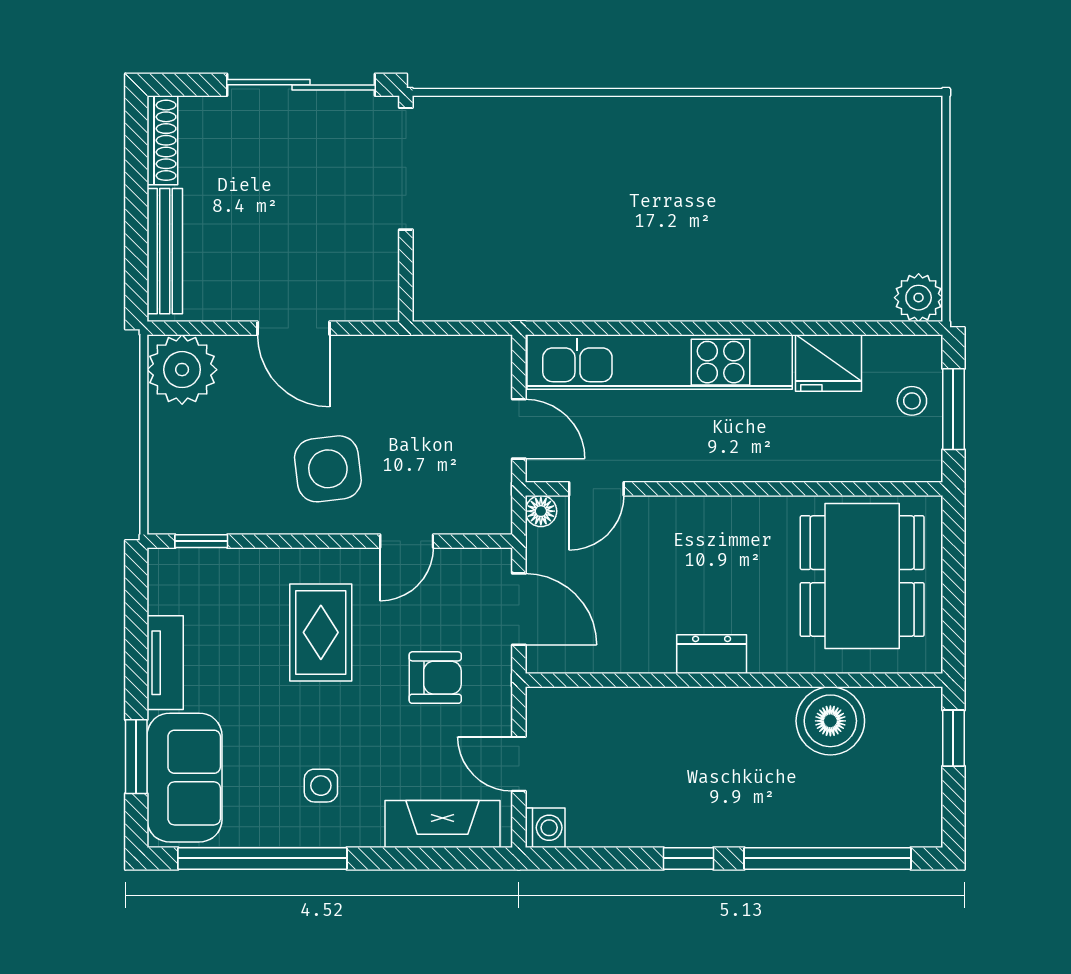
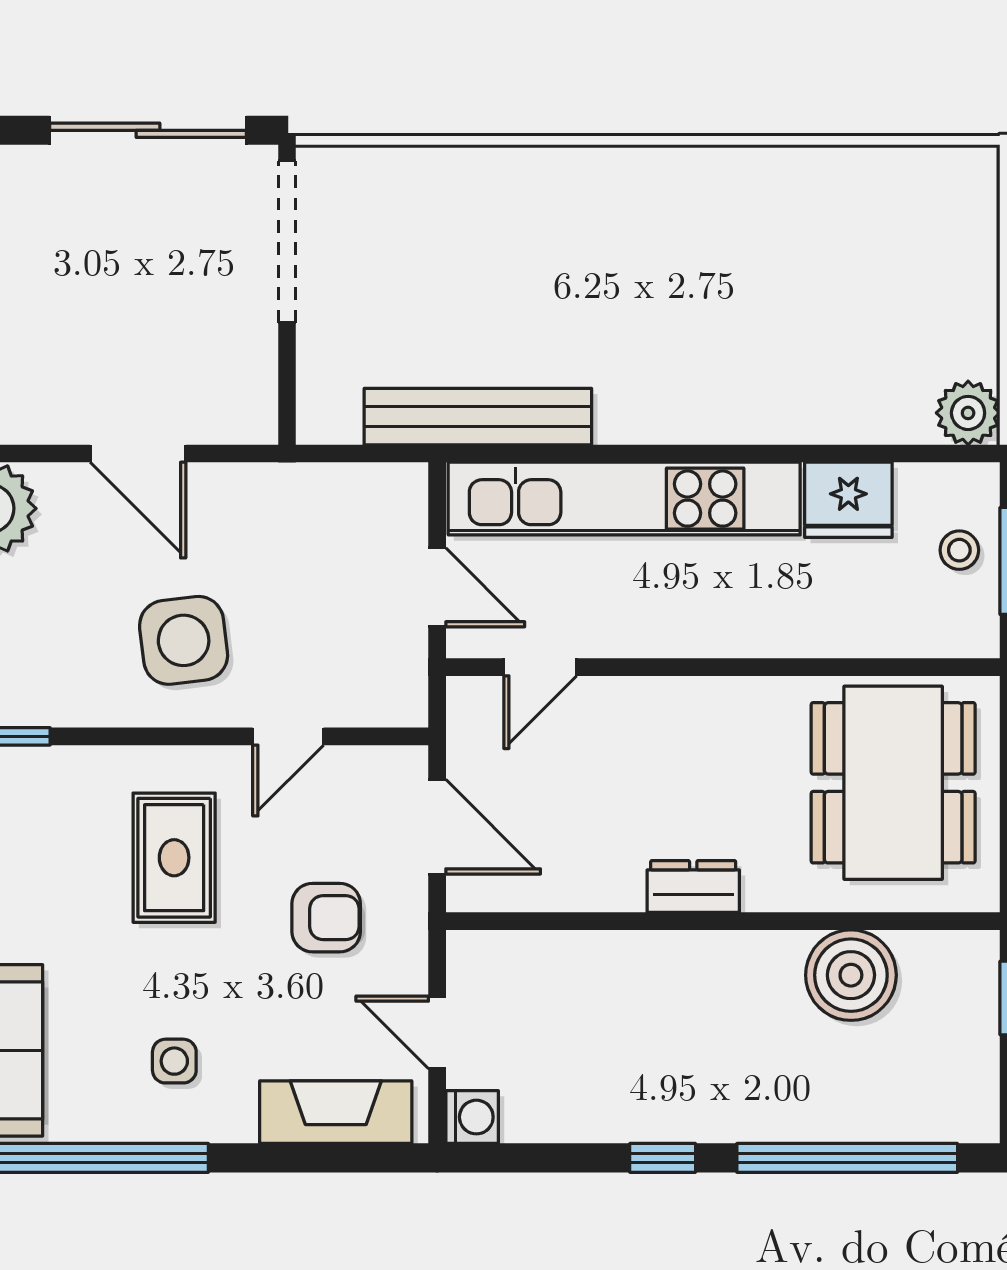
bench: (550, 300) -> (478, 417), added
floor lamp: (541, 511) -> (467, 697), removed

